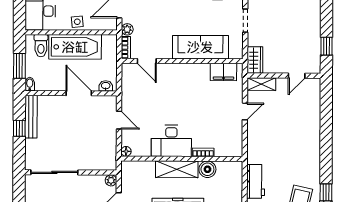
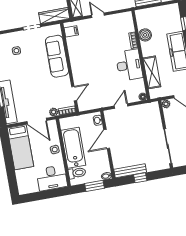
wardrobe: (255, 60) -> (54, 16), width x1.50
filing cabinet: (223, 72) -> (71, 31), width x0.50
shelving: (177, 169) -> (152, 72), moved

